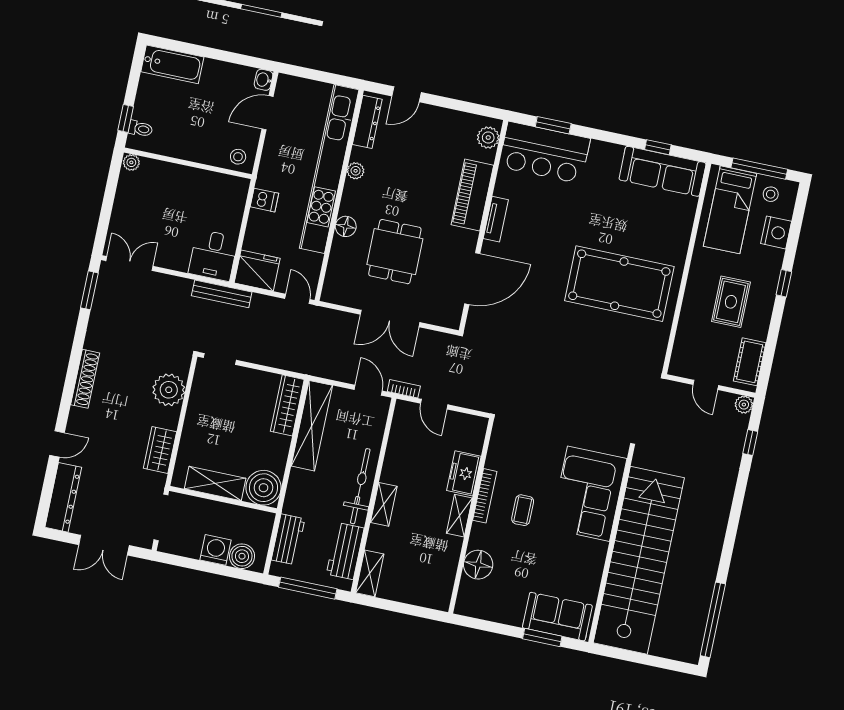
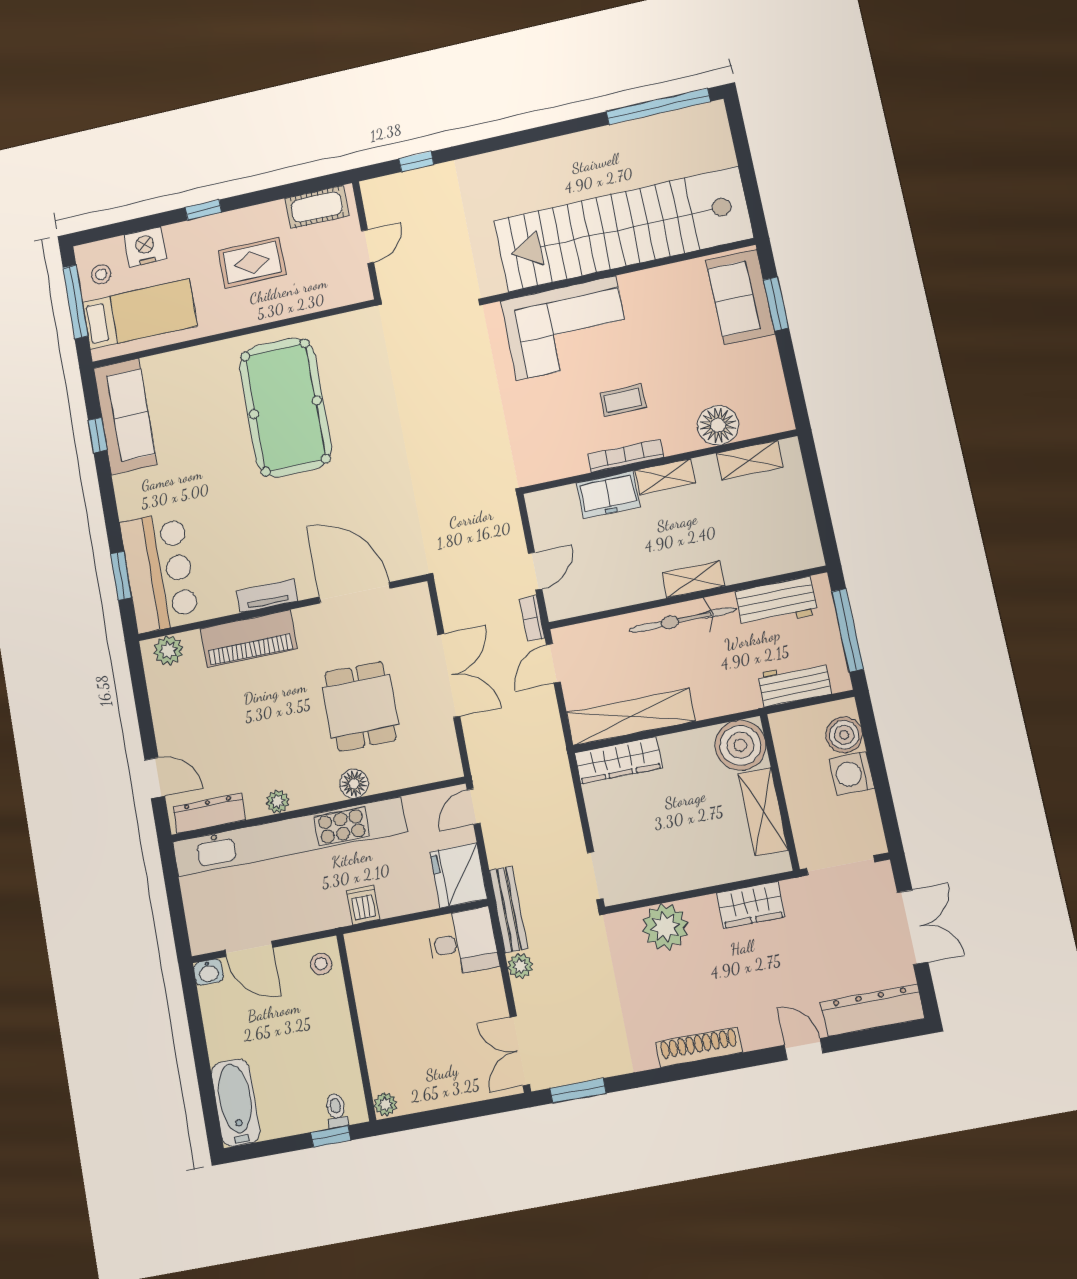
dining table: (395, 252) -> (360, 706), turned 90
plant: (744, 405) -> (520, 966), moved
shelving: (370, 573) -> (750, 460), moved

